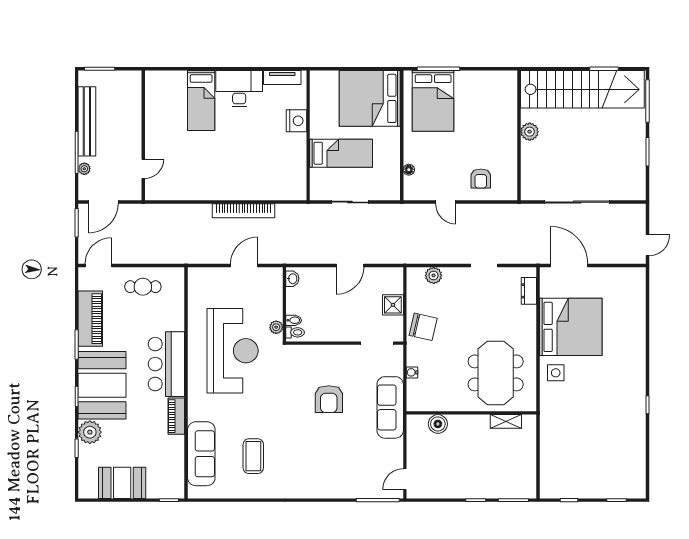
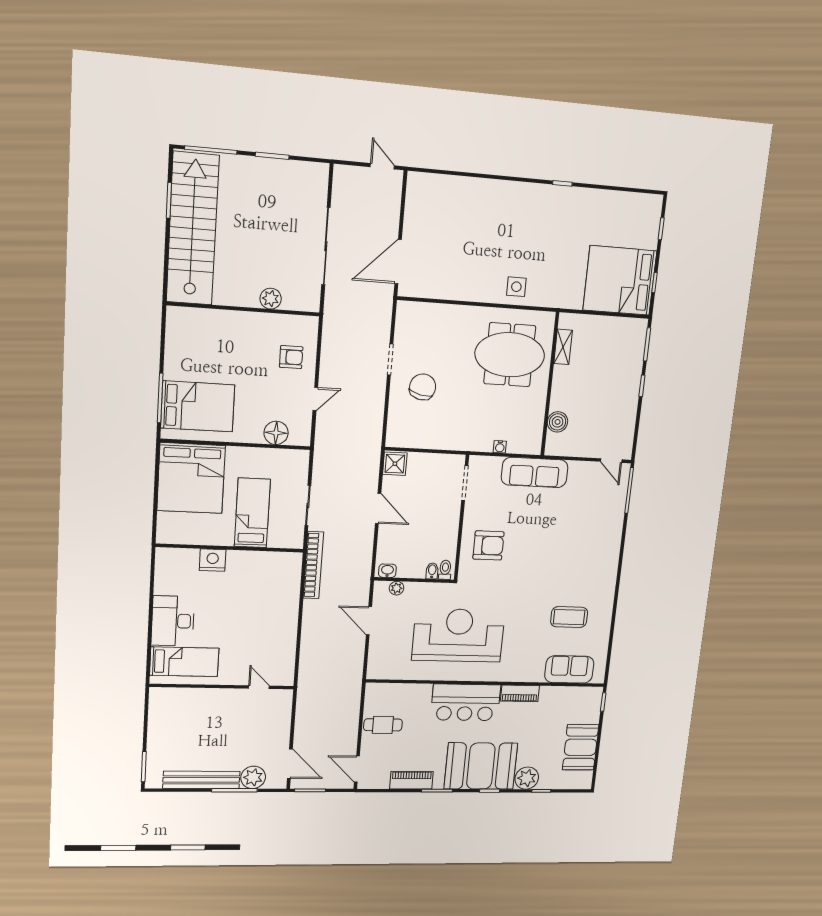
tv unit: (282, 78) -> (162, 574), removed
plant: (530, 132) -> (271, 299), moved
wall: (143, 135) -> (222, 686), moved
plant: (84, 169) -> (253, 777), width x1.88, depth x1.88
door: (143, 169) -> (259, 687), moved
floor lamp: (409, 170) -> (276, 433), width x1.89, depth x1.89
bookcase: (244, 211) -> (313, 565), moved
plant: (434, 275) -> (397, 417), removed
cafe table: (143, 287) -> (383, 725), turned 90
dresser: (529, 291) -> (423, 311), removed
shower: (393, 305) -> (395, 464), moved
piano: (90, 319) -> (411, 780), width x0.73, depth x0.75
plant: (276, 327) -> (397, 588), moved
chair: (423, 327) -> (423, 387), moved
bed: (571, 327) -> (620, 281), moved, turned -90
armchair: (329, 399) -> (488, 545), moved
sofa: (201, 454) -> (569, 669), width x0.73

